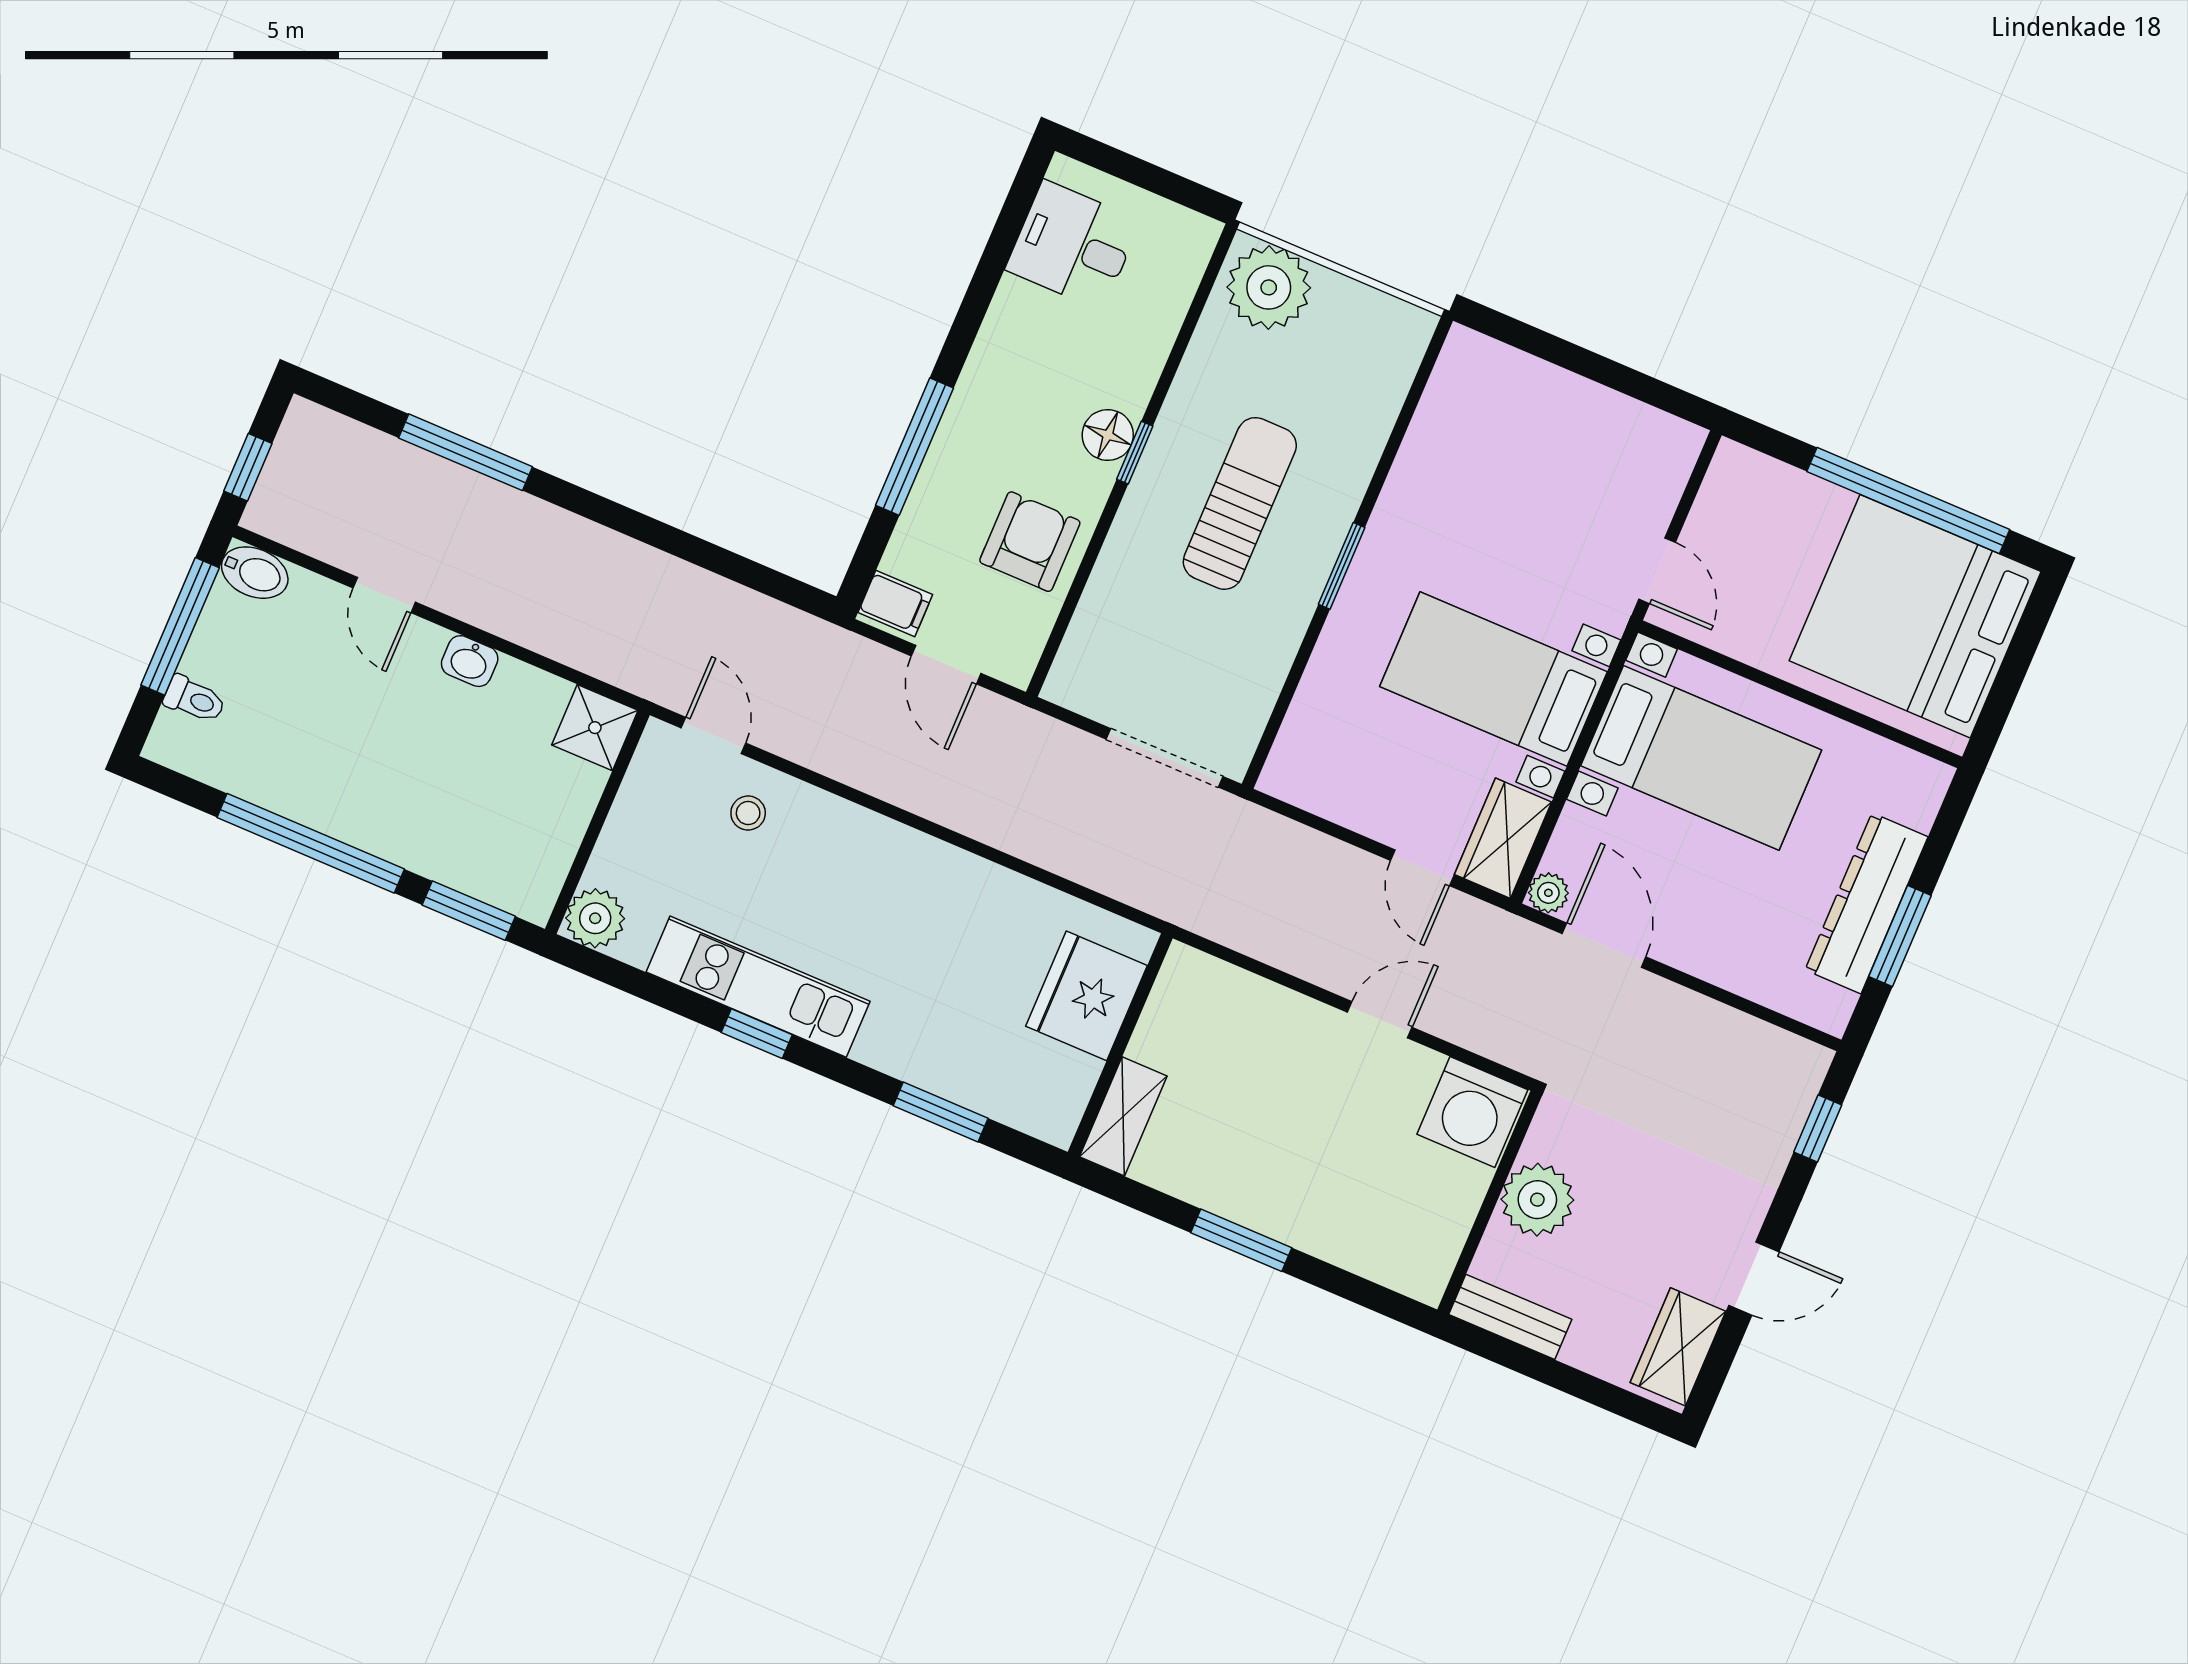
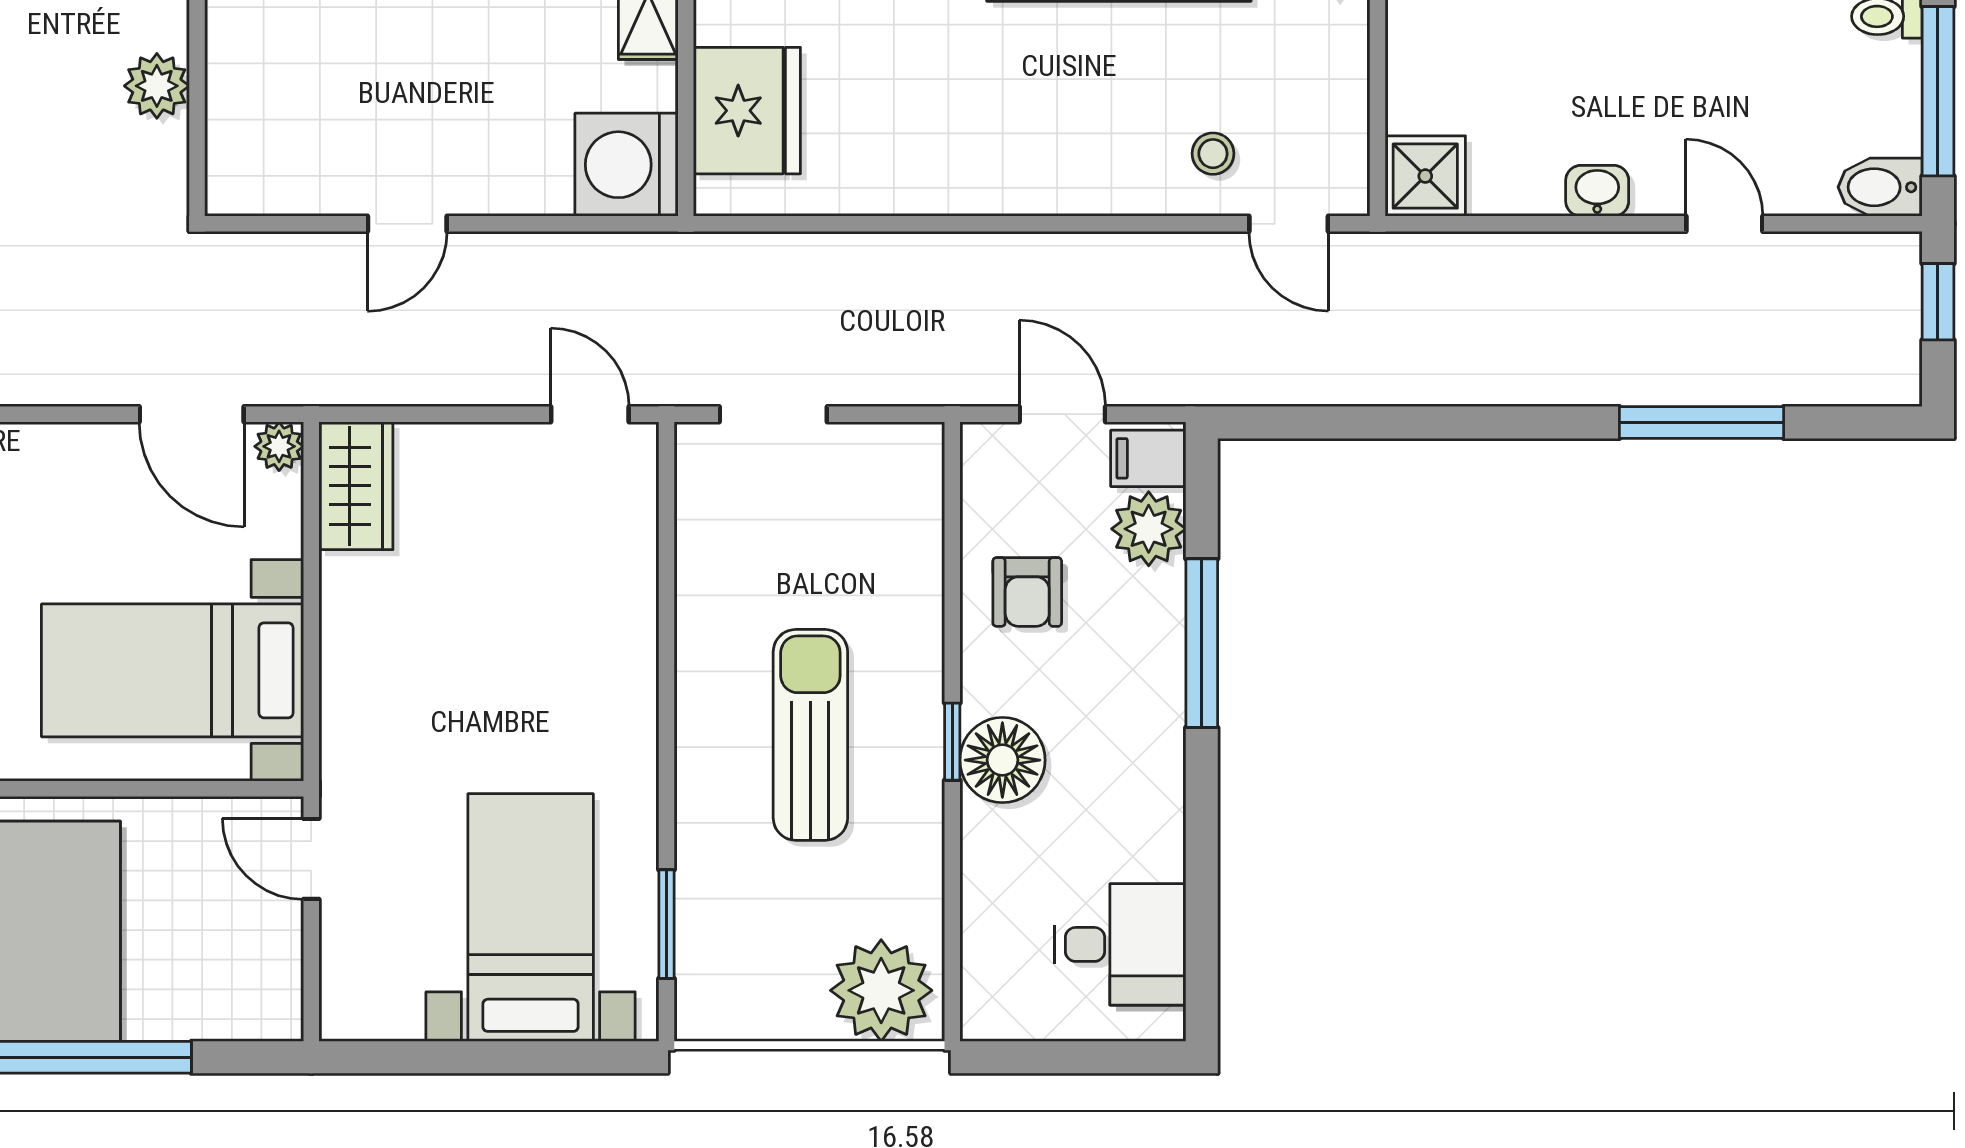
floor lamp: (1108, 435) -> (1002, 760), width x1.38, depth x1.38
sun lounger: (1240, 503) -> (810, 735), turned 180
armchair: (1030, 542) -> (1027, 592), width x0.72, depth x0.72
plant: (918, 550) -> (1149, 529), added
window: (1342, 566) -> (667, 924), moved
bed with nightstands: (1493, 679) -> (531, 918), moved, turned -90
doorway: (1165, 758) -> (773, 414), width x0.73
door: (1422, 868) -> (590, 414), moved
washing machine: (1472, 1112) -> (626, 165), moved, turned -90
plant: (1537, 1200) -> (157, 86), width x0.73, depth x0.73

